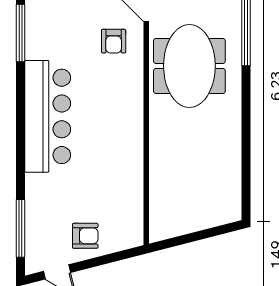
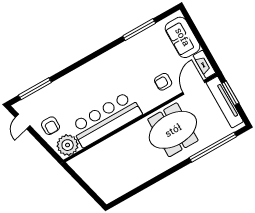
bar counter: (48, 116) -> (106, 119), moved, turned 180
plant: (126, 227) -> (68, 145), added

